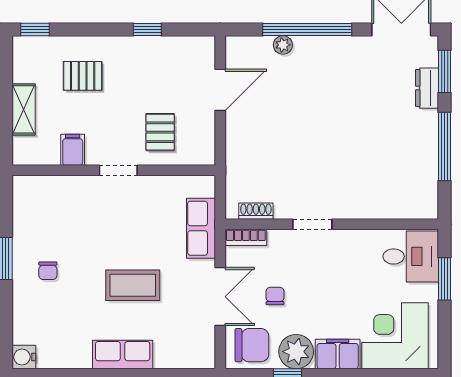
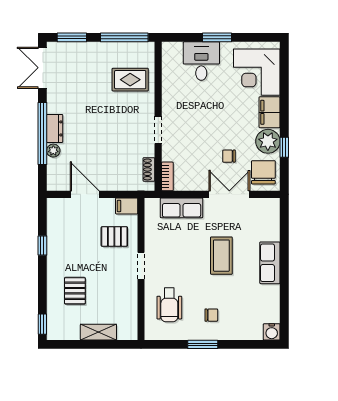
dresser: (427, 88) -> (55, 128), moved, turned -90
filing cabinet: (73, 150) -> (127, 206), moved
rug: (384, 155) -> (130, 80), added
wheelchair: (62, 211) -> (169, 305), added
shoe rack: (256, 211) -> (149, 169), moved
doorway: (312, 224) -> (158, 130), moved
wall: (332, 224) -> (158, 116), moved
bookcase: (246, 237) -> (167, 176), moved

